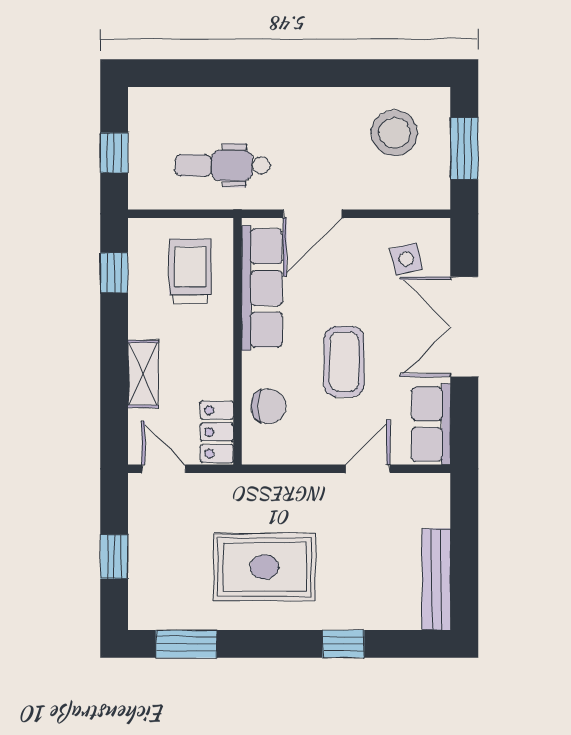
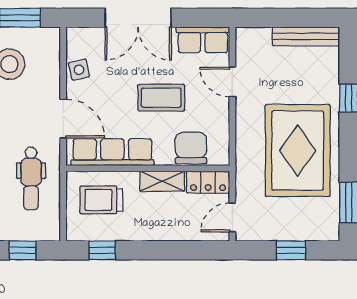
side table: (406, 259) -> (79, 70), moved
shelving: (143, 374) -> (162, 181), moved
chair: (268, 406) -> (191, 148), width x1.37, depth x1.37
rug: (264, 567) -> (298, 151), width x1.37, depth x1.44

